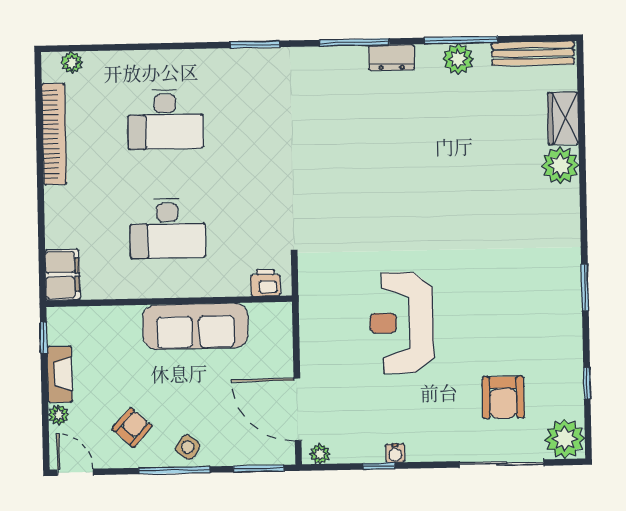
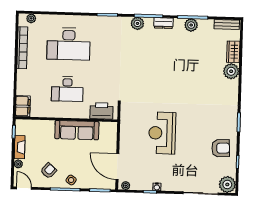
bench: (533, 53) -> (227, 24), width x0.73
plant: (329, 62) -> (137, 23), added
desk: (165, 119) -> (69, 44), width x1.36, depth x1.30
printer: (265, 283) -> (101, 111), width x1.87, depth x1.48
armchair: (503, 397) -> (221, 148), moved, turned -93

